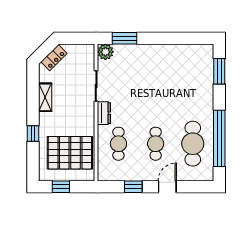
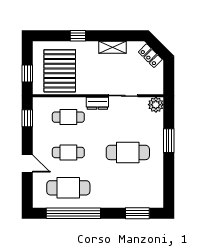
window: (124, 38) -> (169, 141), moved
cafe table: (156, 81) -> (128, 152), added
window: (61, 187) -> (27, 74), moved
window: (133, 187) -> (27, 118), moved

